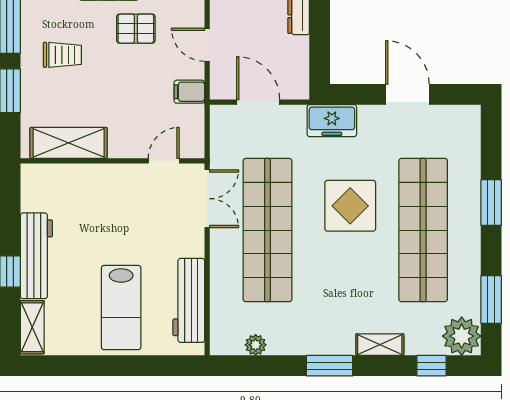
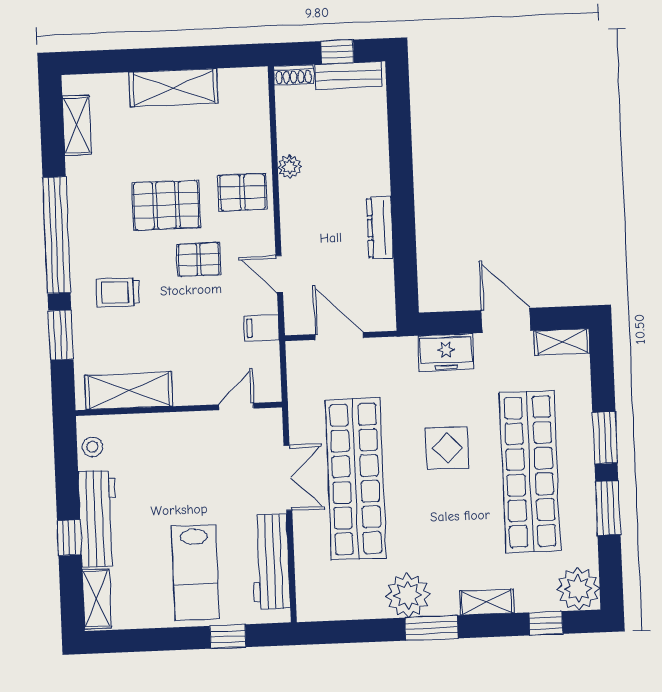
trolley: (62, 55) -> (118, 292), turned 180
shelving: (456, 116) -> (562, 342), added
freezer: (332, 121) -> (446, 352), moved
stool: (34, 192) -> (93, 447), added
double door: (207, 199) -> (288, 478), moved
display table: (350, 206) -> (447, 448), width x0.73, depth x0.73
window: (491, 300) -> (608, 508), moved
plant: (256, 345) -> (408, 595), moved, width x1.87, depth x1.87
window: (148, 366) -> (228, 637), added

